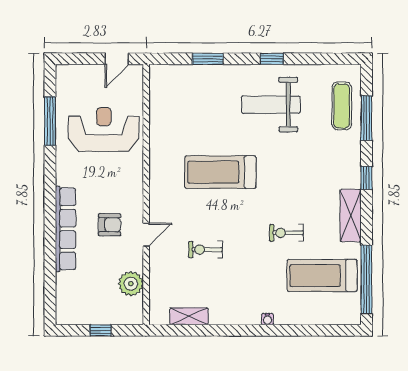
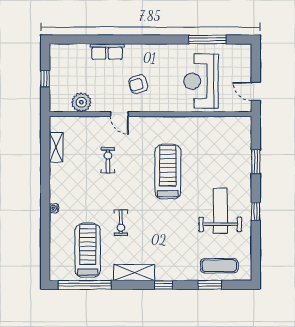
window: (366, 118) -> (210, 285), width x0.69
reception desk: (104, 129) -> (201, 81), turned 180
armchair: (110, 225) -> (138, 84), moved, turned 73
row of seats: (65, 229) -> (107, 52), width x0.50
exercise bike: (287, 233) -> (121, 223), turned 180

